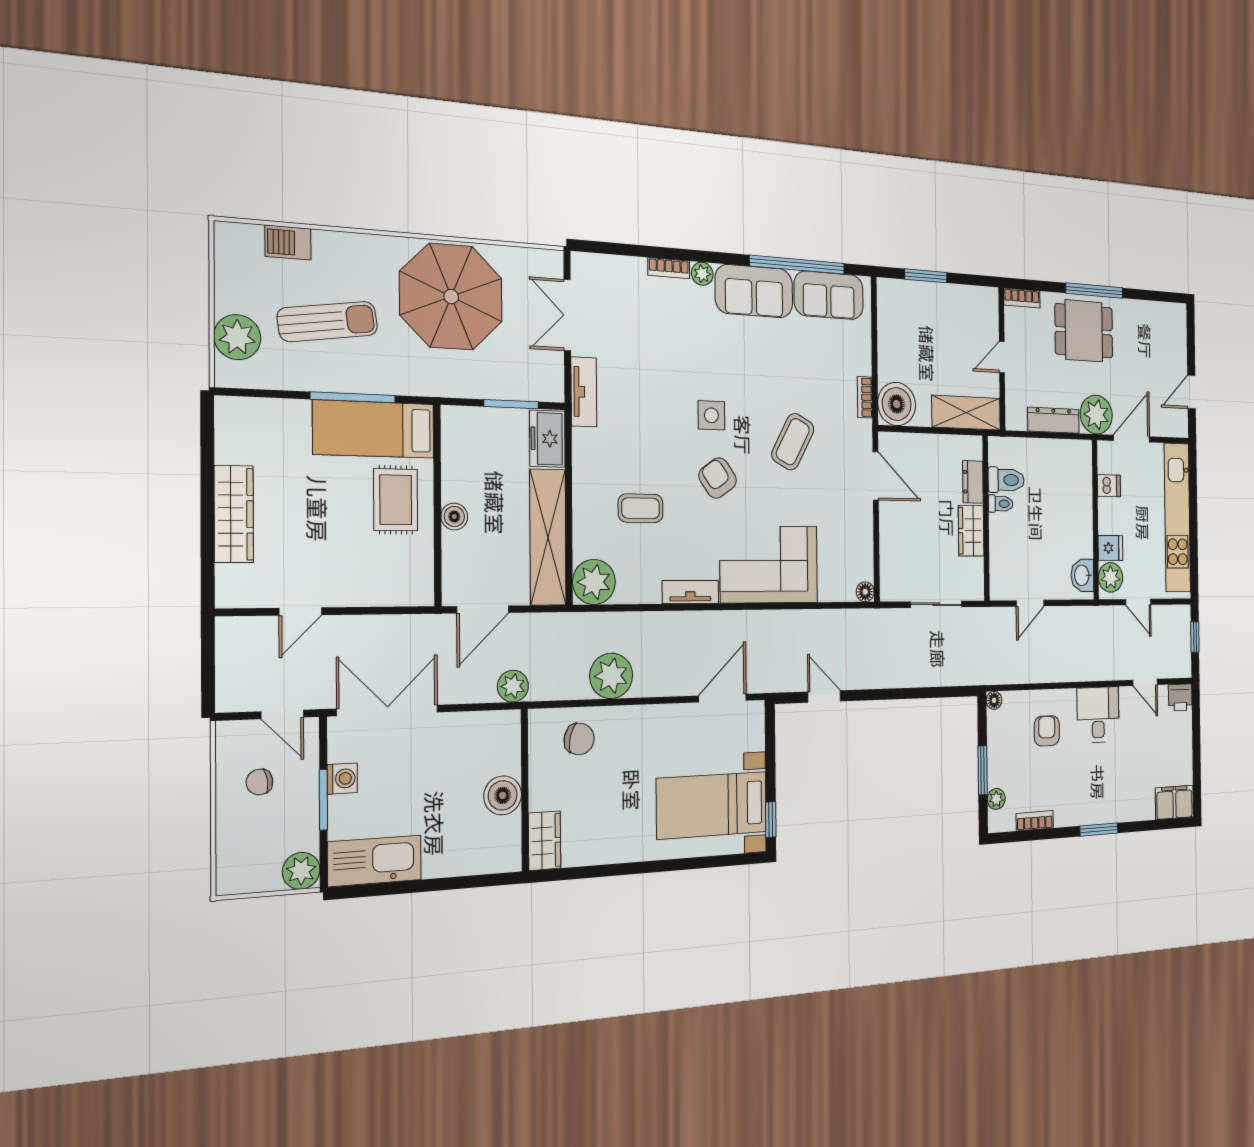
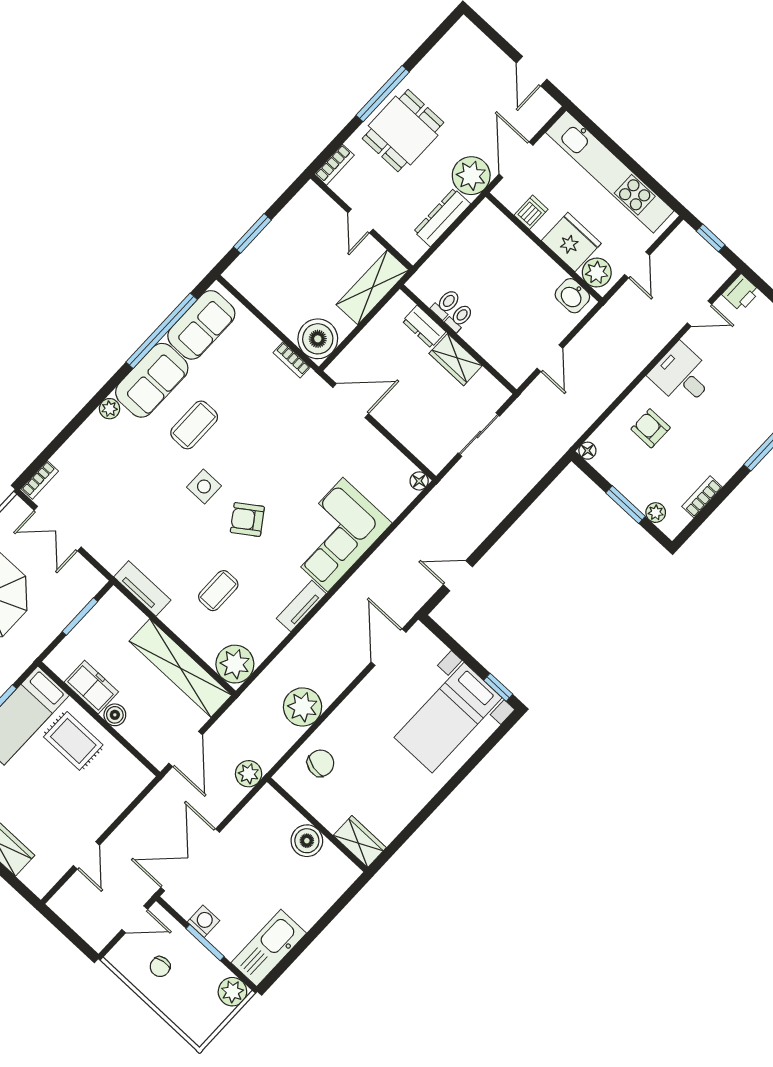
bookcase: (669, 268) -> (40, 480), moved
tv unit: (584, 392) -> (142, 588), moved
freezer: (547, 439) -> (91, 687), moved, turned 180
coffee table: (793, 442) -> (194, 425), moved, turned 62
toilet: (1006, 480) -> (446, 304), width x0.73, depth x0.72
fridge: (1110, 548) -> (571, 242), width x1.88, depth x1.34
door: (1138, 602) -> (637, 265), hinge flipped

